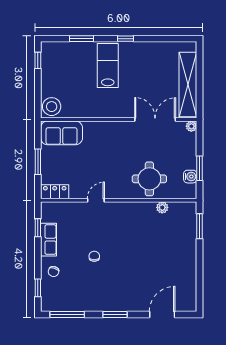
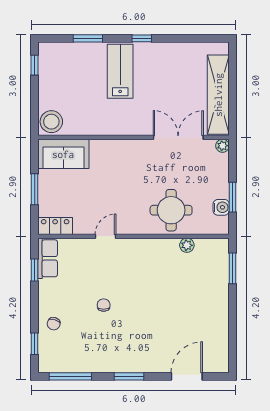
row of seats: (49, 240) -> (48, 258), moved

